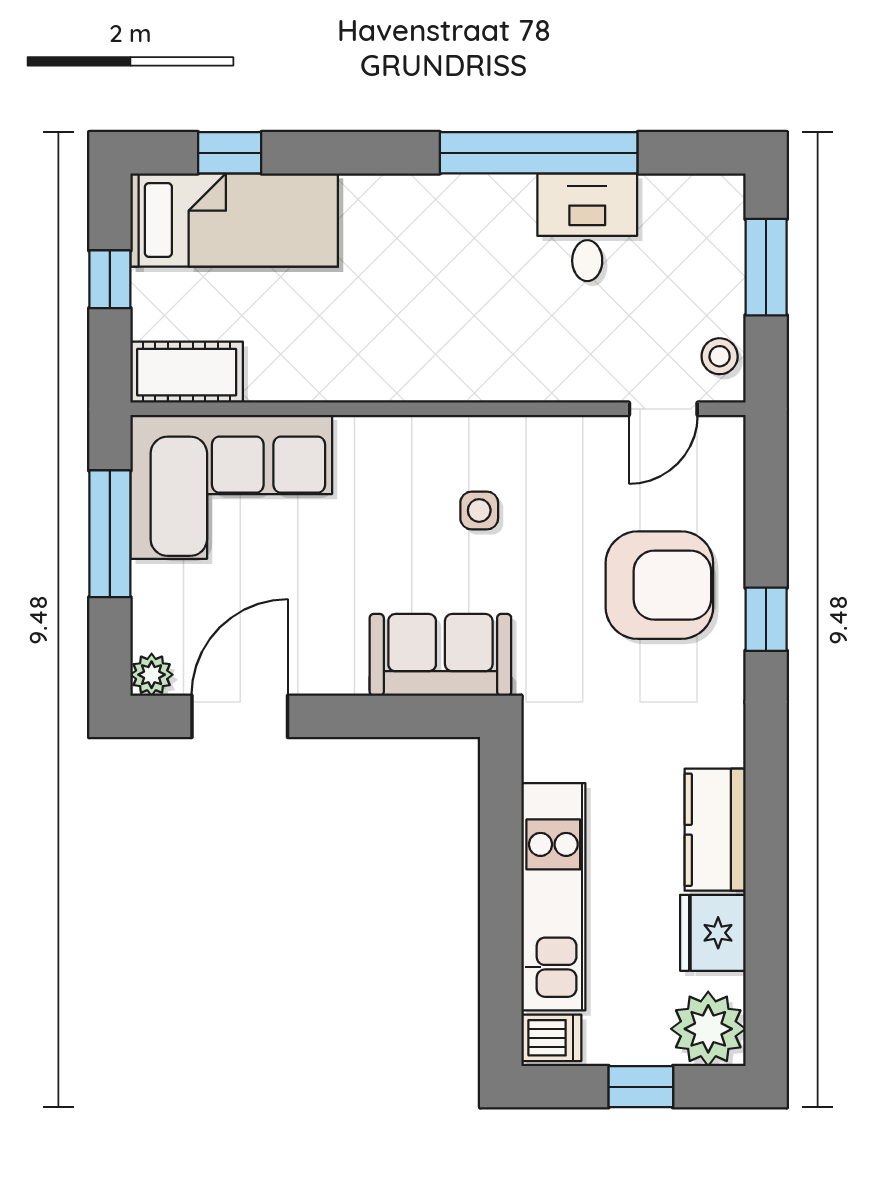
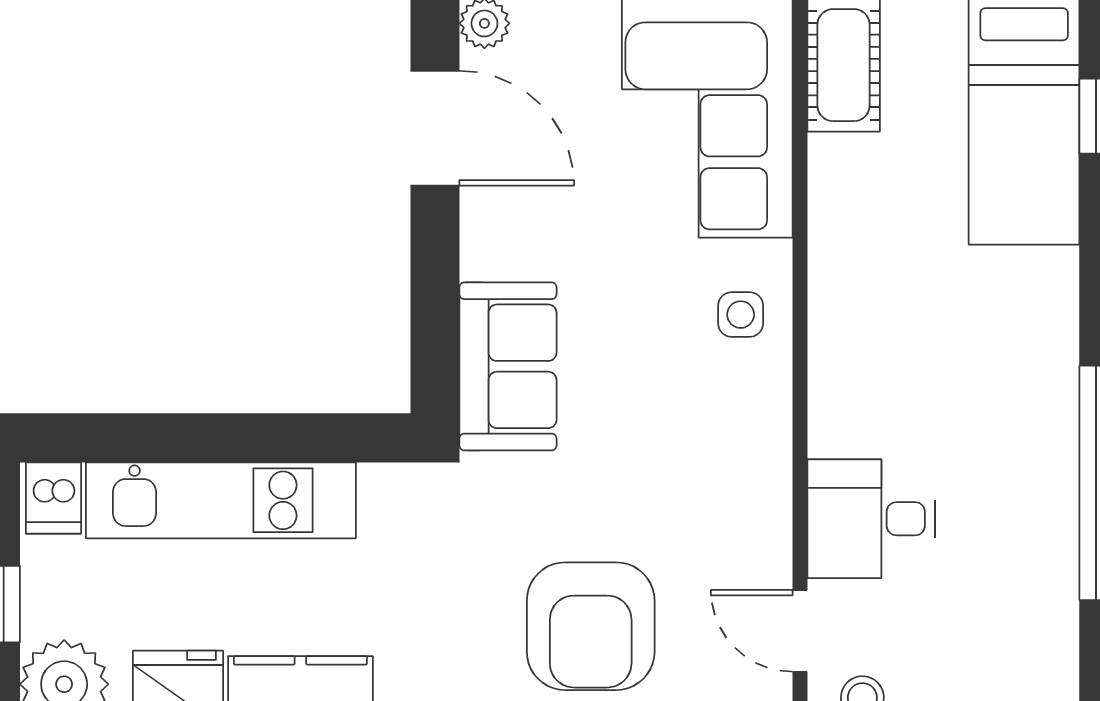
desk: (587, 227) -> (871, 519), moved, turned 180
side table: (479, 510) -> (741, 315), moved

